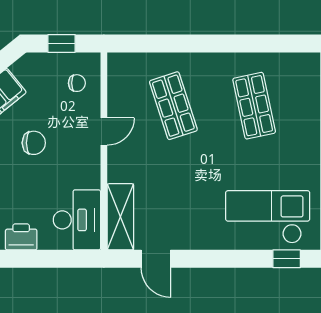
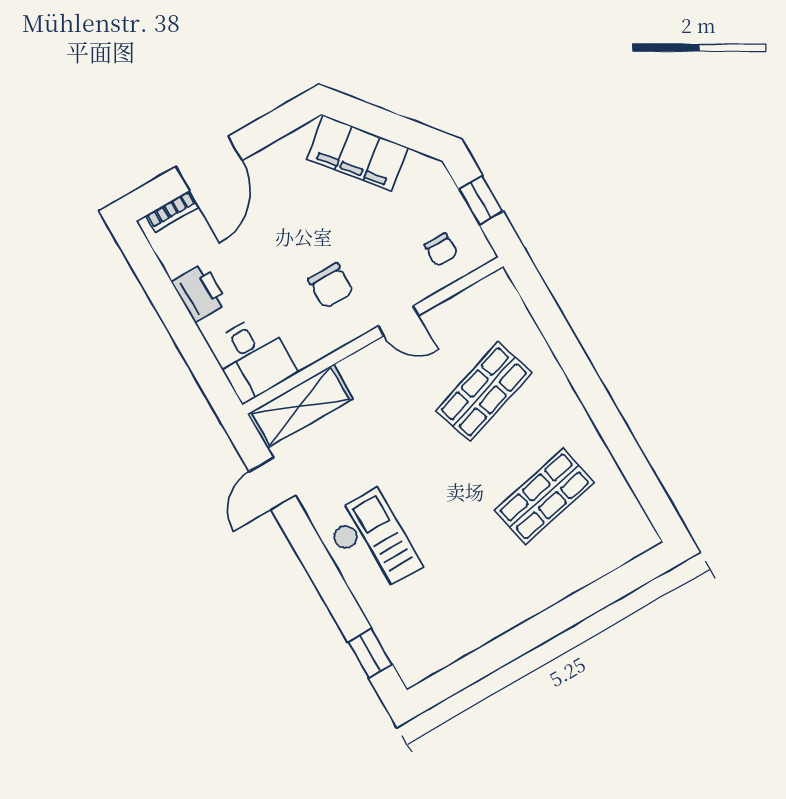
chair: (34, 143) -> (331, 286), moved
checkout: (268, 217) -> (373, 542), moved, width x0.73, depth x0.83
desk: (77, 220) -> (253, 358), width x0.73

